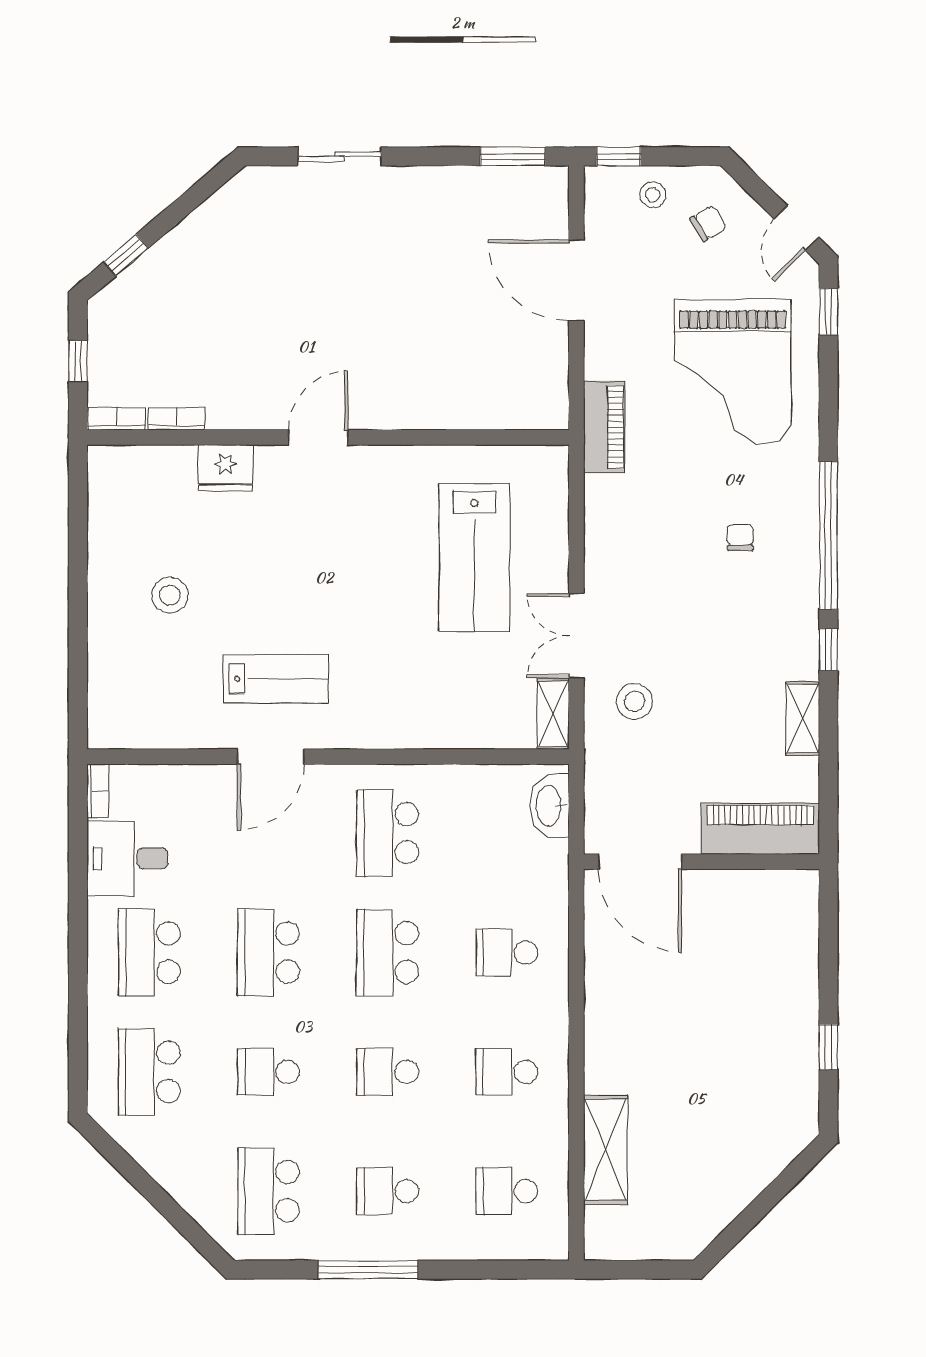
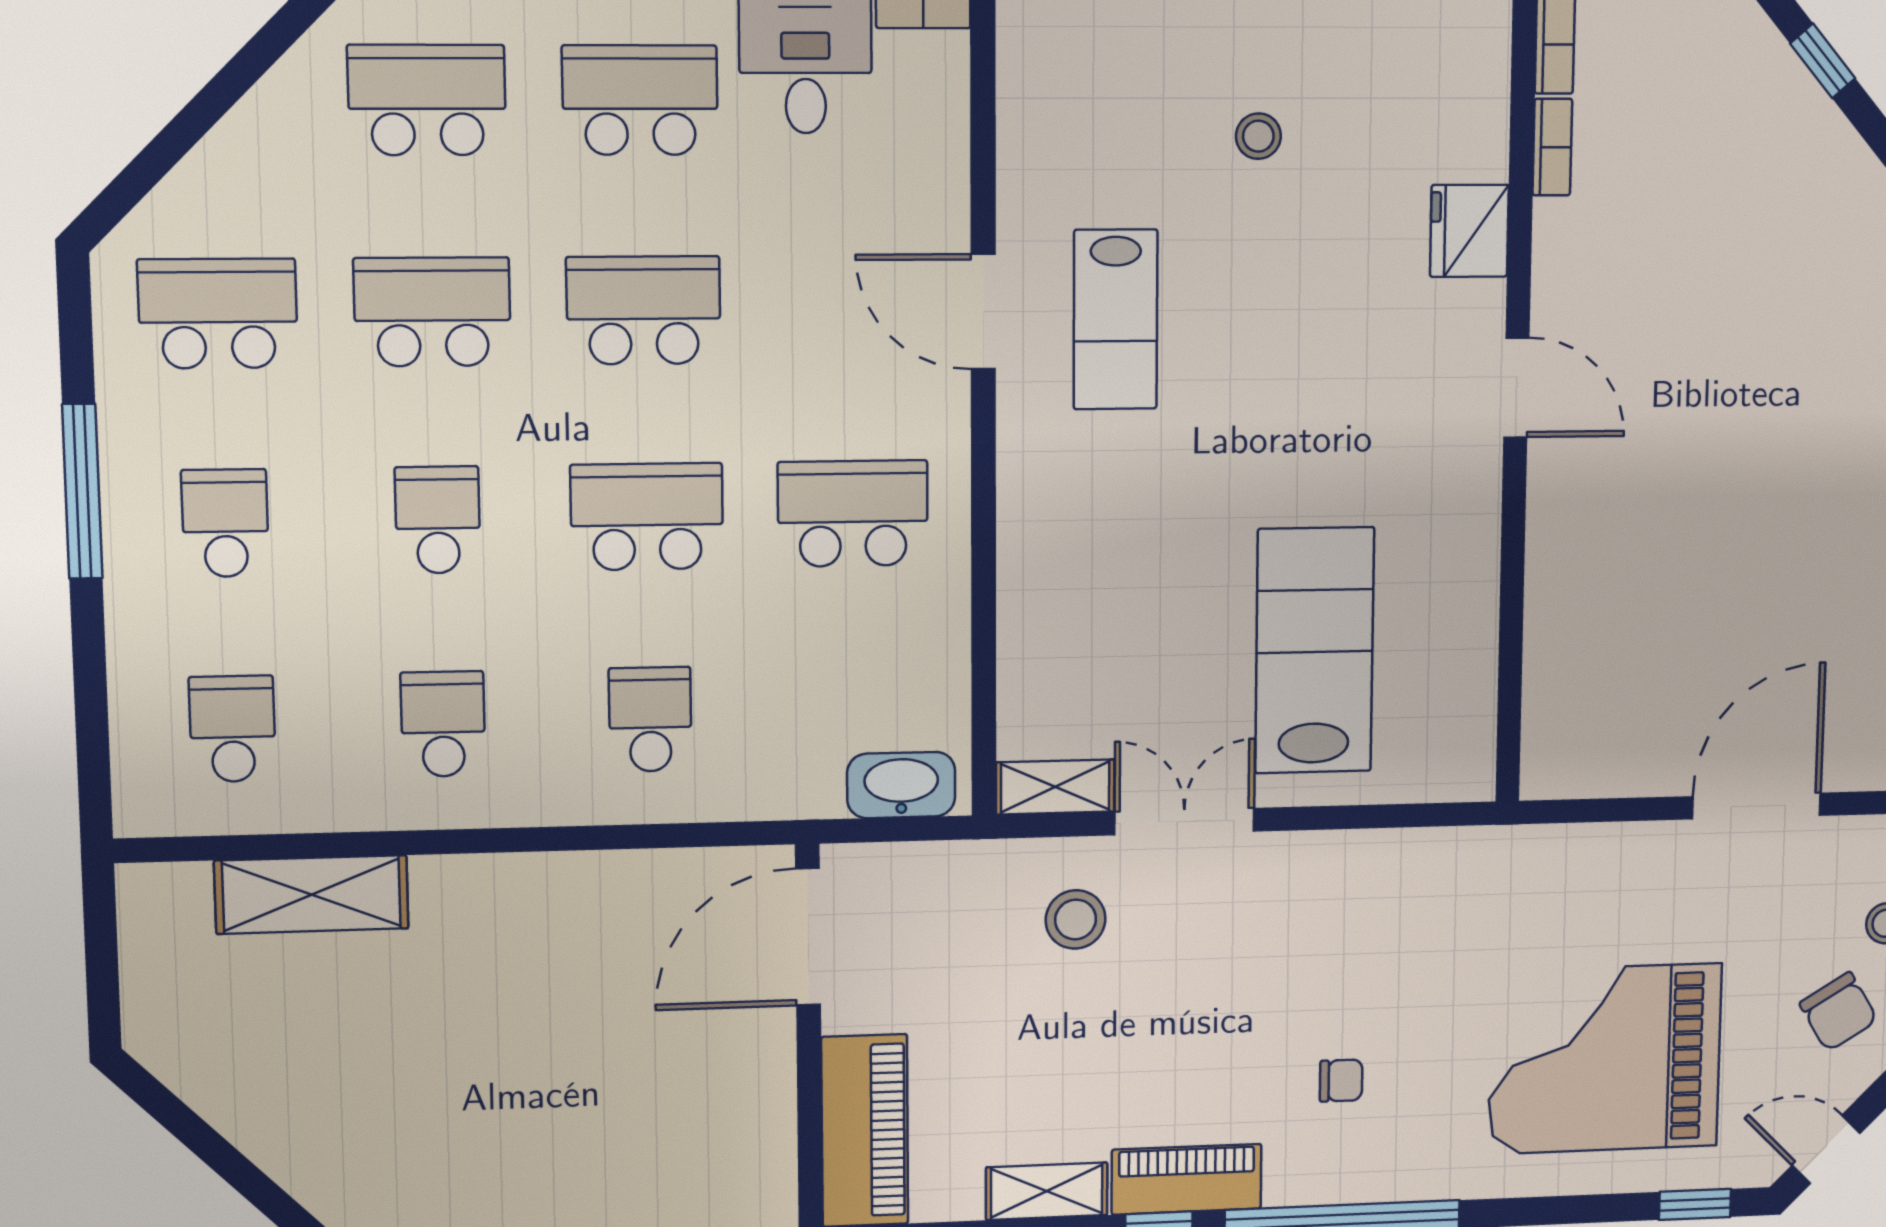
chair: (708, 223) -> (1839, 1012), width x1.37, depth x1.37
piano: (604, 427) -> (1187, 1179), moved, turned 180
lab bench: (474, 558) -> (1315, 651), turned 90
stool: (170, 595) -> (1258, 136), width x0.73, depth x0.73
school desk: (268, 1072) -> (432, 312), width x1.85

